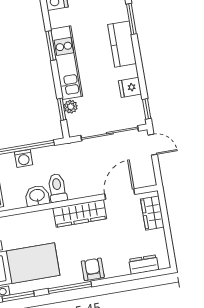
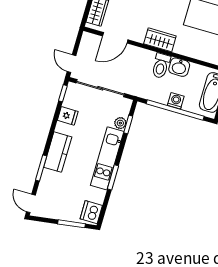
wardrobe: (80, 213) -> (160, 40), width x0.67

